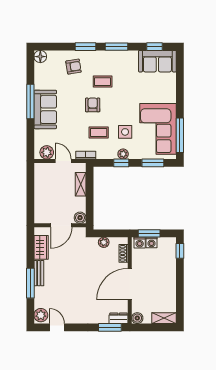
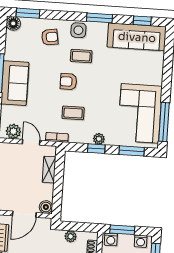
window: (85, 47) -> (28, 13), moved
sofa: (157, 61) -> (137, 37), width x1.36
armchair: (93, 105) -> (68, 82), turned -90
side table: (125, 132) -> (78, 30), moved
washing machine: (152, 242) -> (141, 241), moved

